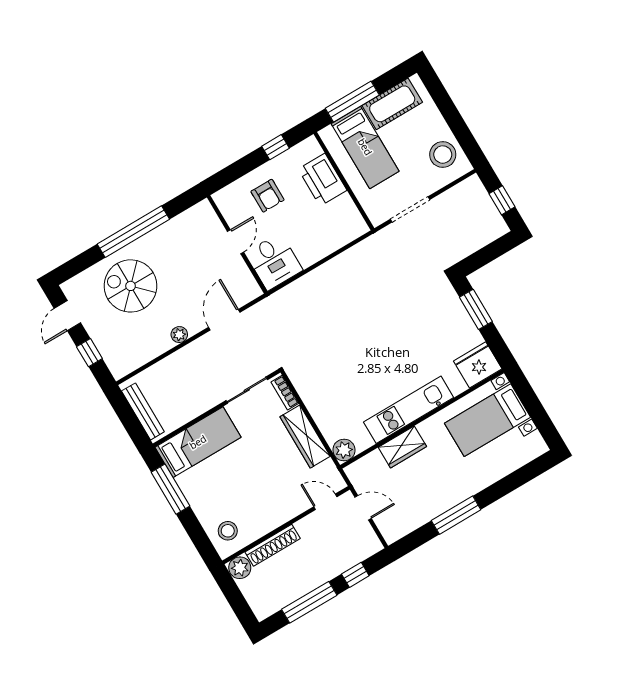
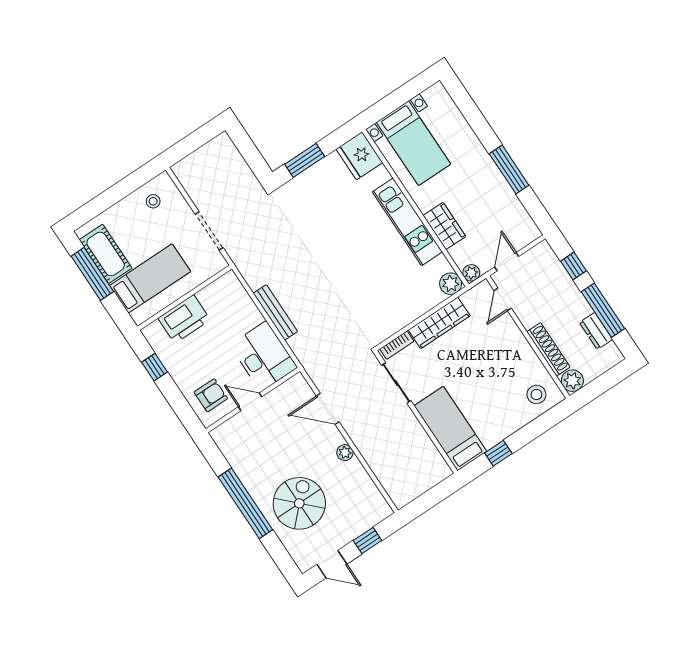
window: (352, 102) -> (92, 274), moved
stool: (443, 155) -> (153, 201), width x0.53, depth x0.53
armchair: (267, 196) -> (211, 395), moved
window: (502, 200) -> (195, 140), removed
desk: (274, 262) -> (264, 356), width x1.37
spiral stairs: (131, 286) -> (299, 503), turned 180
bench: (143, 411) -> (275, 312), moved, turned 90
plant: (354, 471) -> (471, 273), added
window: (170, 489) -> (498, 453), width x0.46
dresser: (289, 594) -> (596, 331), added

